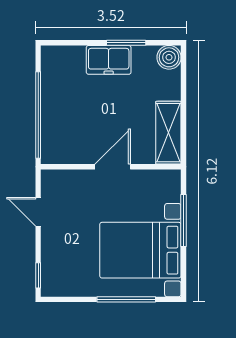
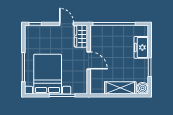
freezer: (109, 60) -> (141, 47), moved
shelving: (168, 133) -> (120, 88), moved
wardrobe: (63, 182) -> (81, 36), added
door: (38, 212) -> (66, 24), hinge flipped

